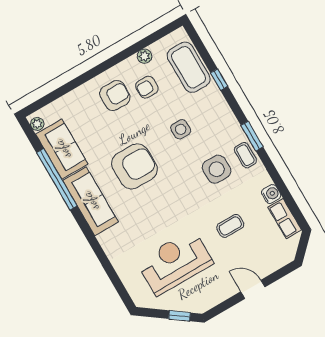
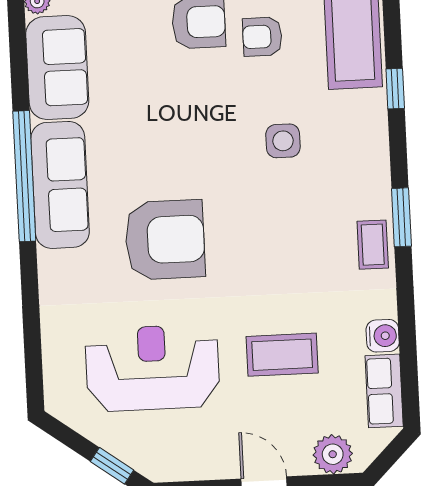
armchair: (134, 166) -> (165, 240), moved
side table: (217, 169) -> (310, 243), removed
window: (57, 179) -> (24, 176), moved
coffee table: (230, 226) -> (282, 355), width x1.36, depth x1.30
plant: (276, 259) -> (333, 454), added

